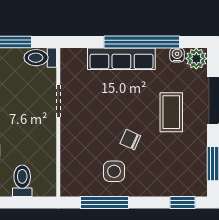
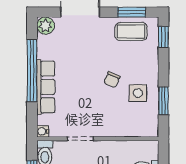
water cooler: (177, 55) -> (43, 131), moved
coffee table: (171, 112) -> (131, 32), moved
window: (105, 203) -> (163, 101), width x0.69

